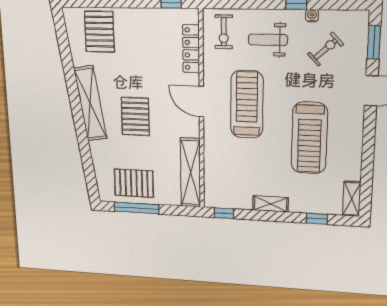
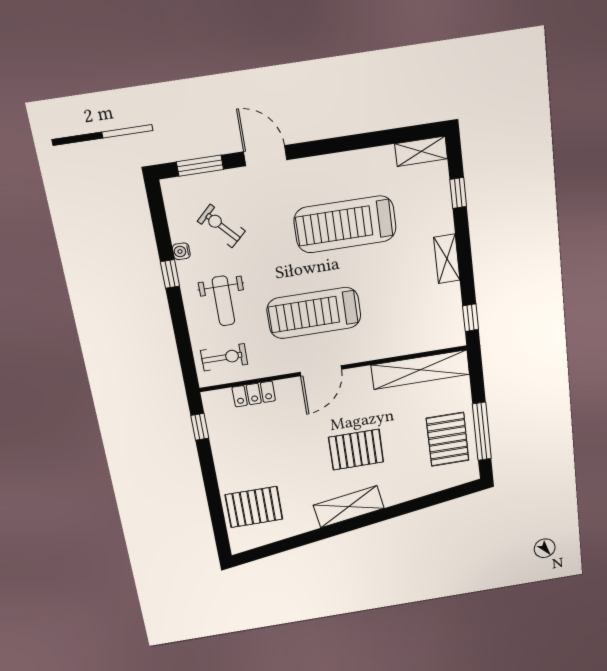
locker: (191, 49) -> (254, 394), width x0.66
shelving: (90, 103) -> (349, 507), width x0.68
treadmill: (309, 138) -> (345, 224), turned 180

